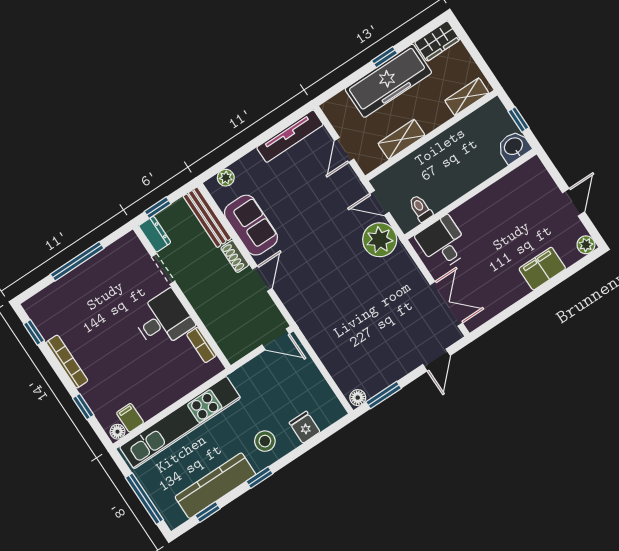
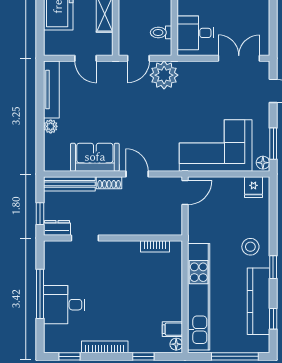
plant: (226, 178) -> (51, 126), moved
desk: (163, 320) -> (64, 305), moved, turned -90
corner sofa: (343, 339) -> (216, 145), added
fridge: (305, 427) -> (253, 187), moved, turned -90

